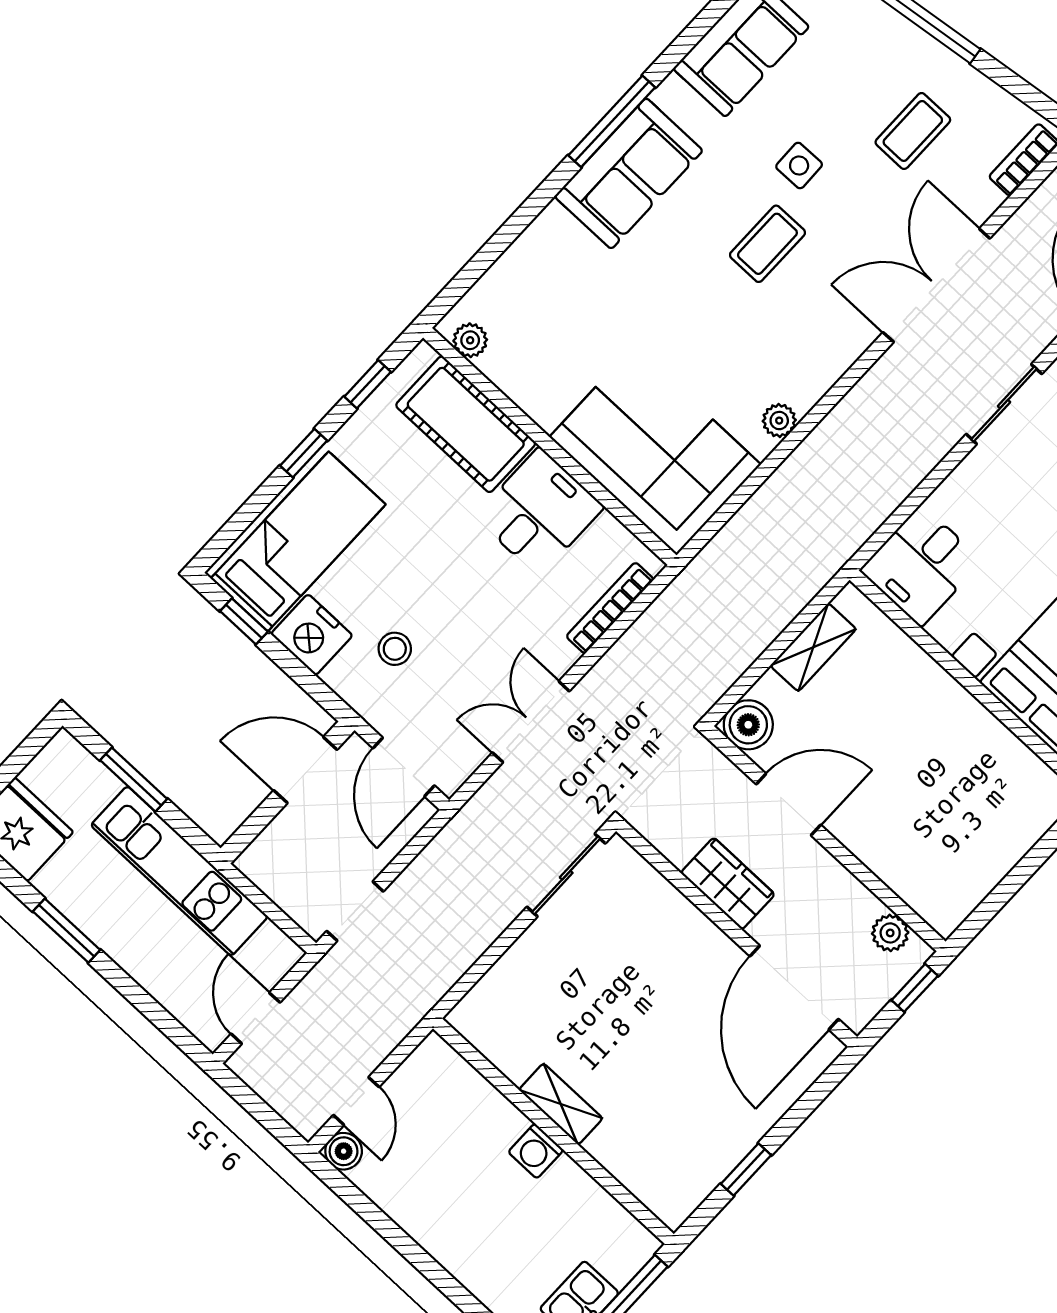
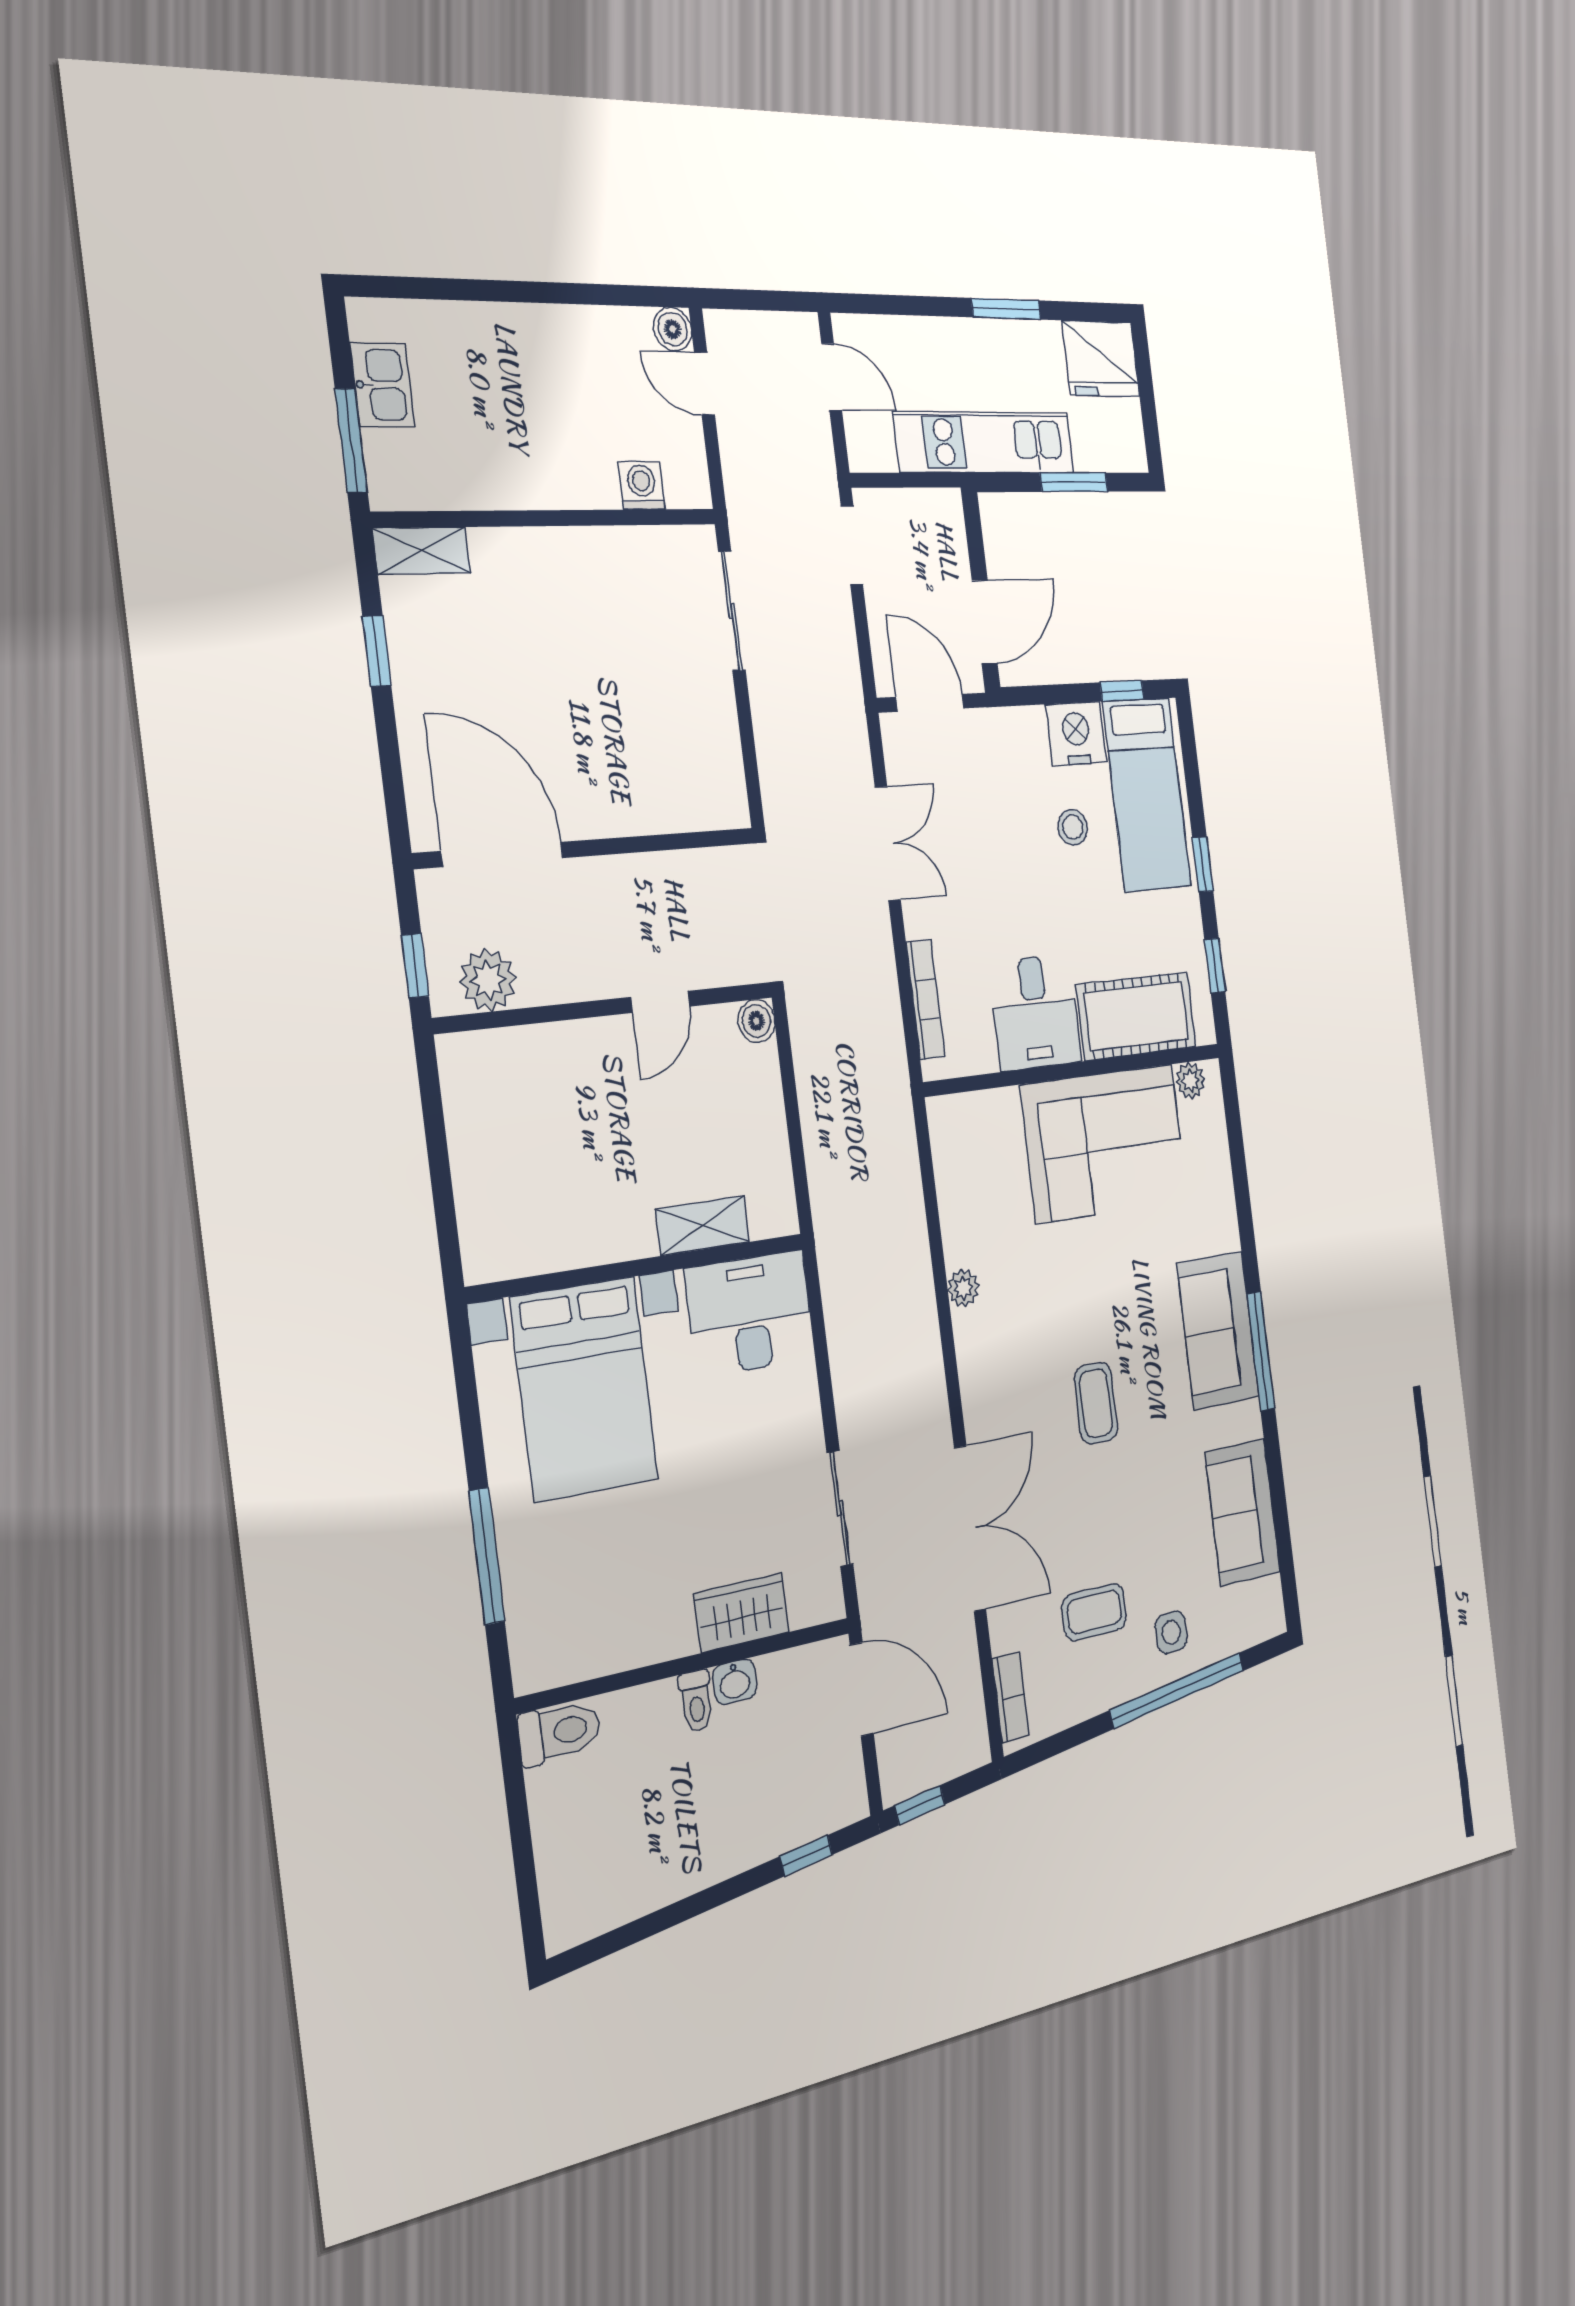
coffee table: (913, 131) -> (1094, 1612), turned 90
side table: (799, 166) -> (1171, 1632), moved
corner sofa: (655, 451) -> (1105, 1143), moved
desk: (921, 566) -> (750, 1314), width x1.37
shelving: (813, 647) -> (703, 1226), moved, turned 90
stool: (395, 649) -> (1073, 827), moved
boiler: (748, 725) -> (756, 1021), width x0.73, depth x0.73
door: (788, 804) -> (660, 1002), width x0.73
sliding door: (566, 875) -> (732, 611), moved
wardrobe: (728, 884) -> (636, 882), removed
plant: (890, 933) -> (488, 980), width x1.38, depth x1.38
shelving: (561, 1104) -> (422, 551), moved
washing machine: (536, 1151) -> (642, 485), moved

